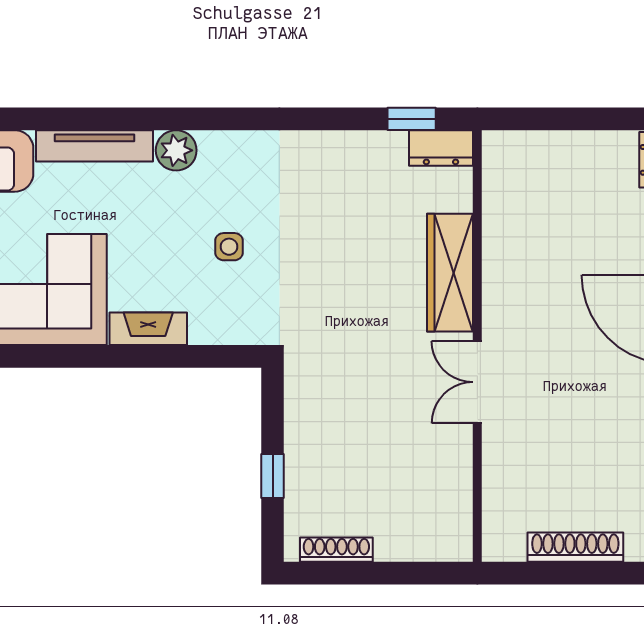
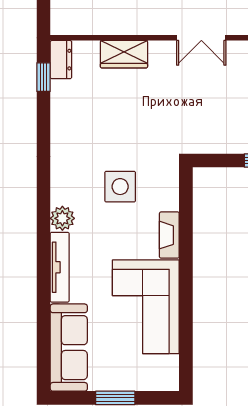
side table: (229, 247) -> (120, 187), width x1.87, depth x1.87
wardrobe: (450, 273) -> (124, 54), width x0.67

